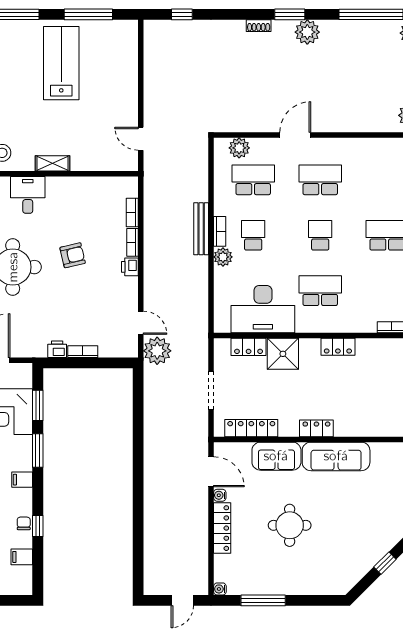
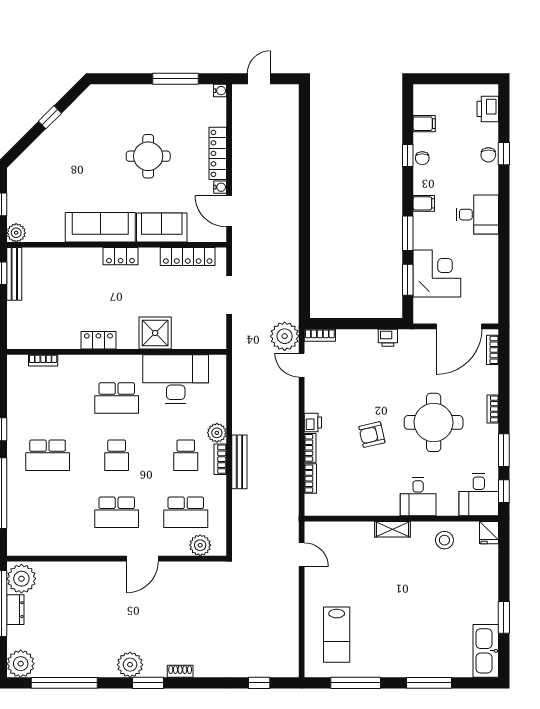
lab bench: (61, 63) -> (337, 635), moved, width x0.73, depth x0.72
locker: (249, 347) -> (191, 340), removed
bookcase: (83, 352) -> (320, 335), moved

